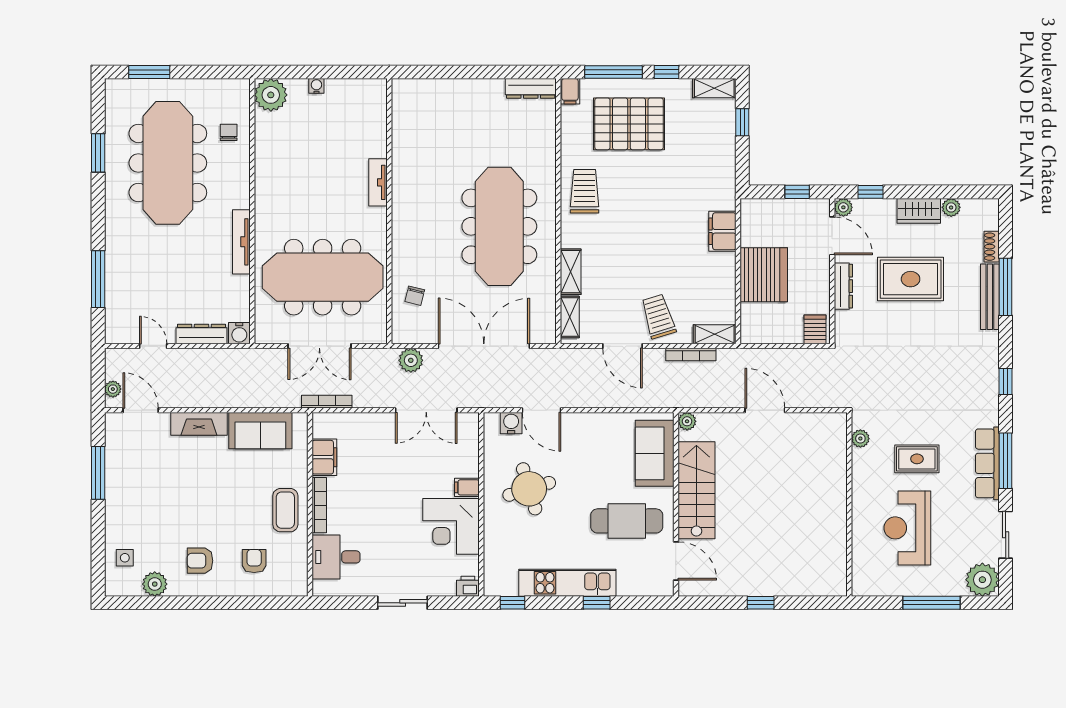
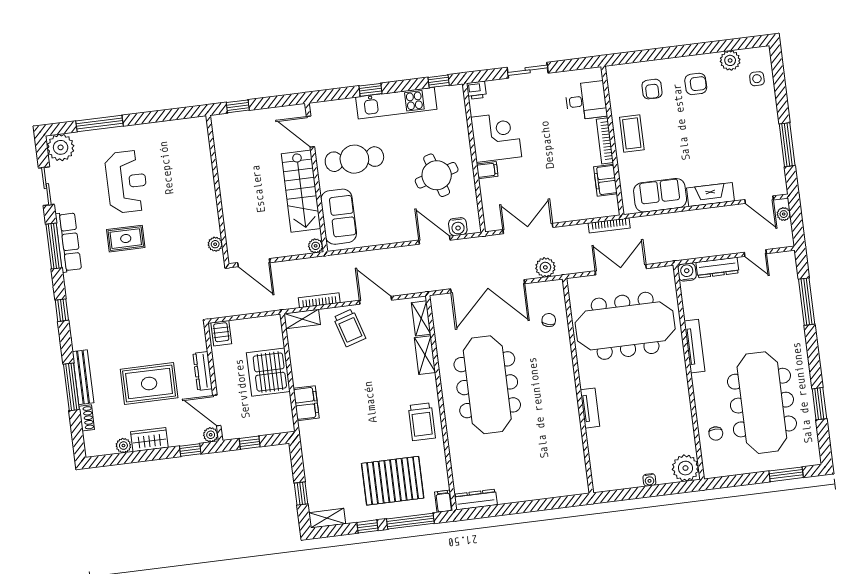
plant: (860, 439) -> (215, 244), moved
wall: (849, 504) -> (217, 190), moved

